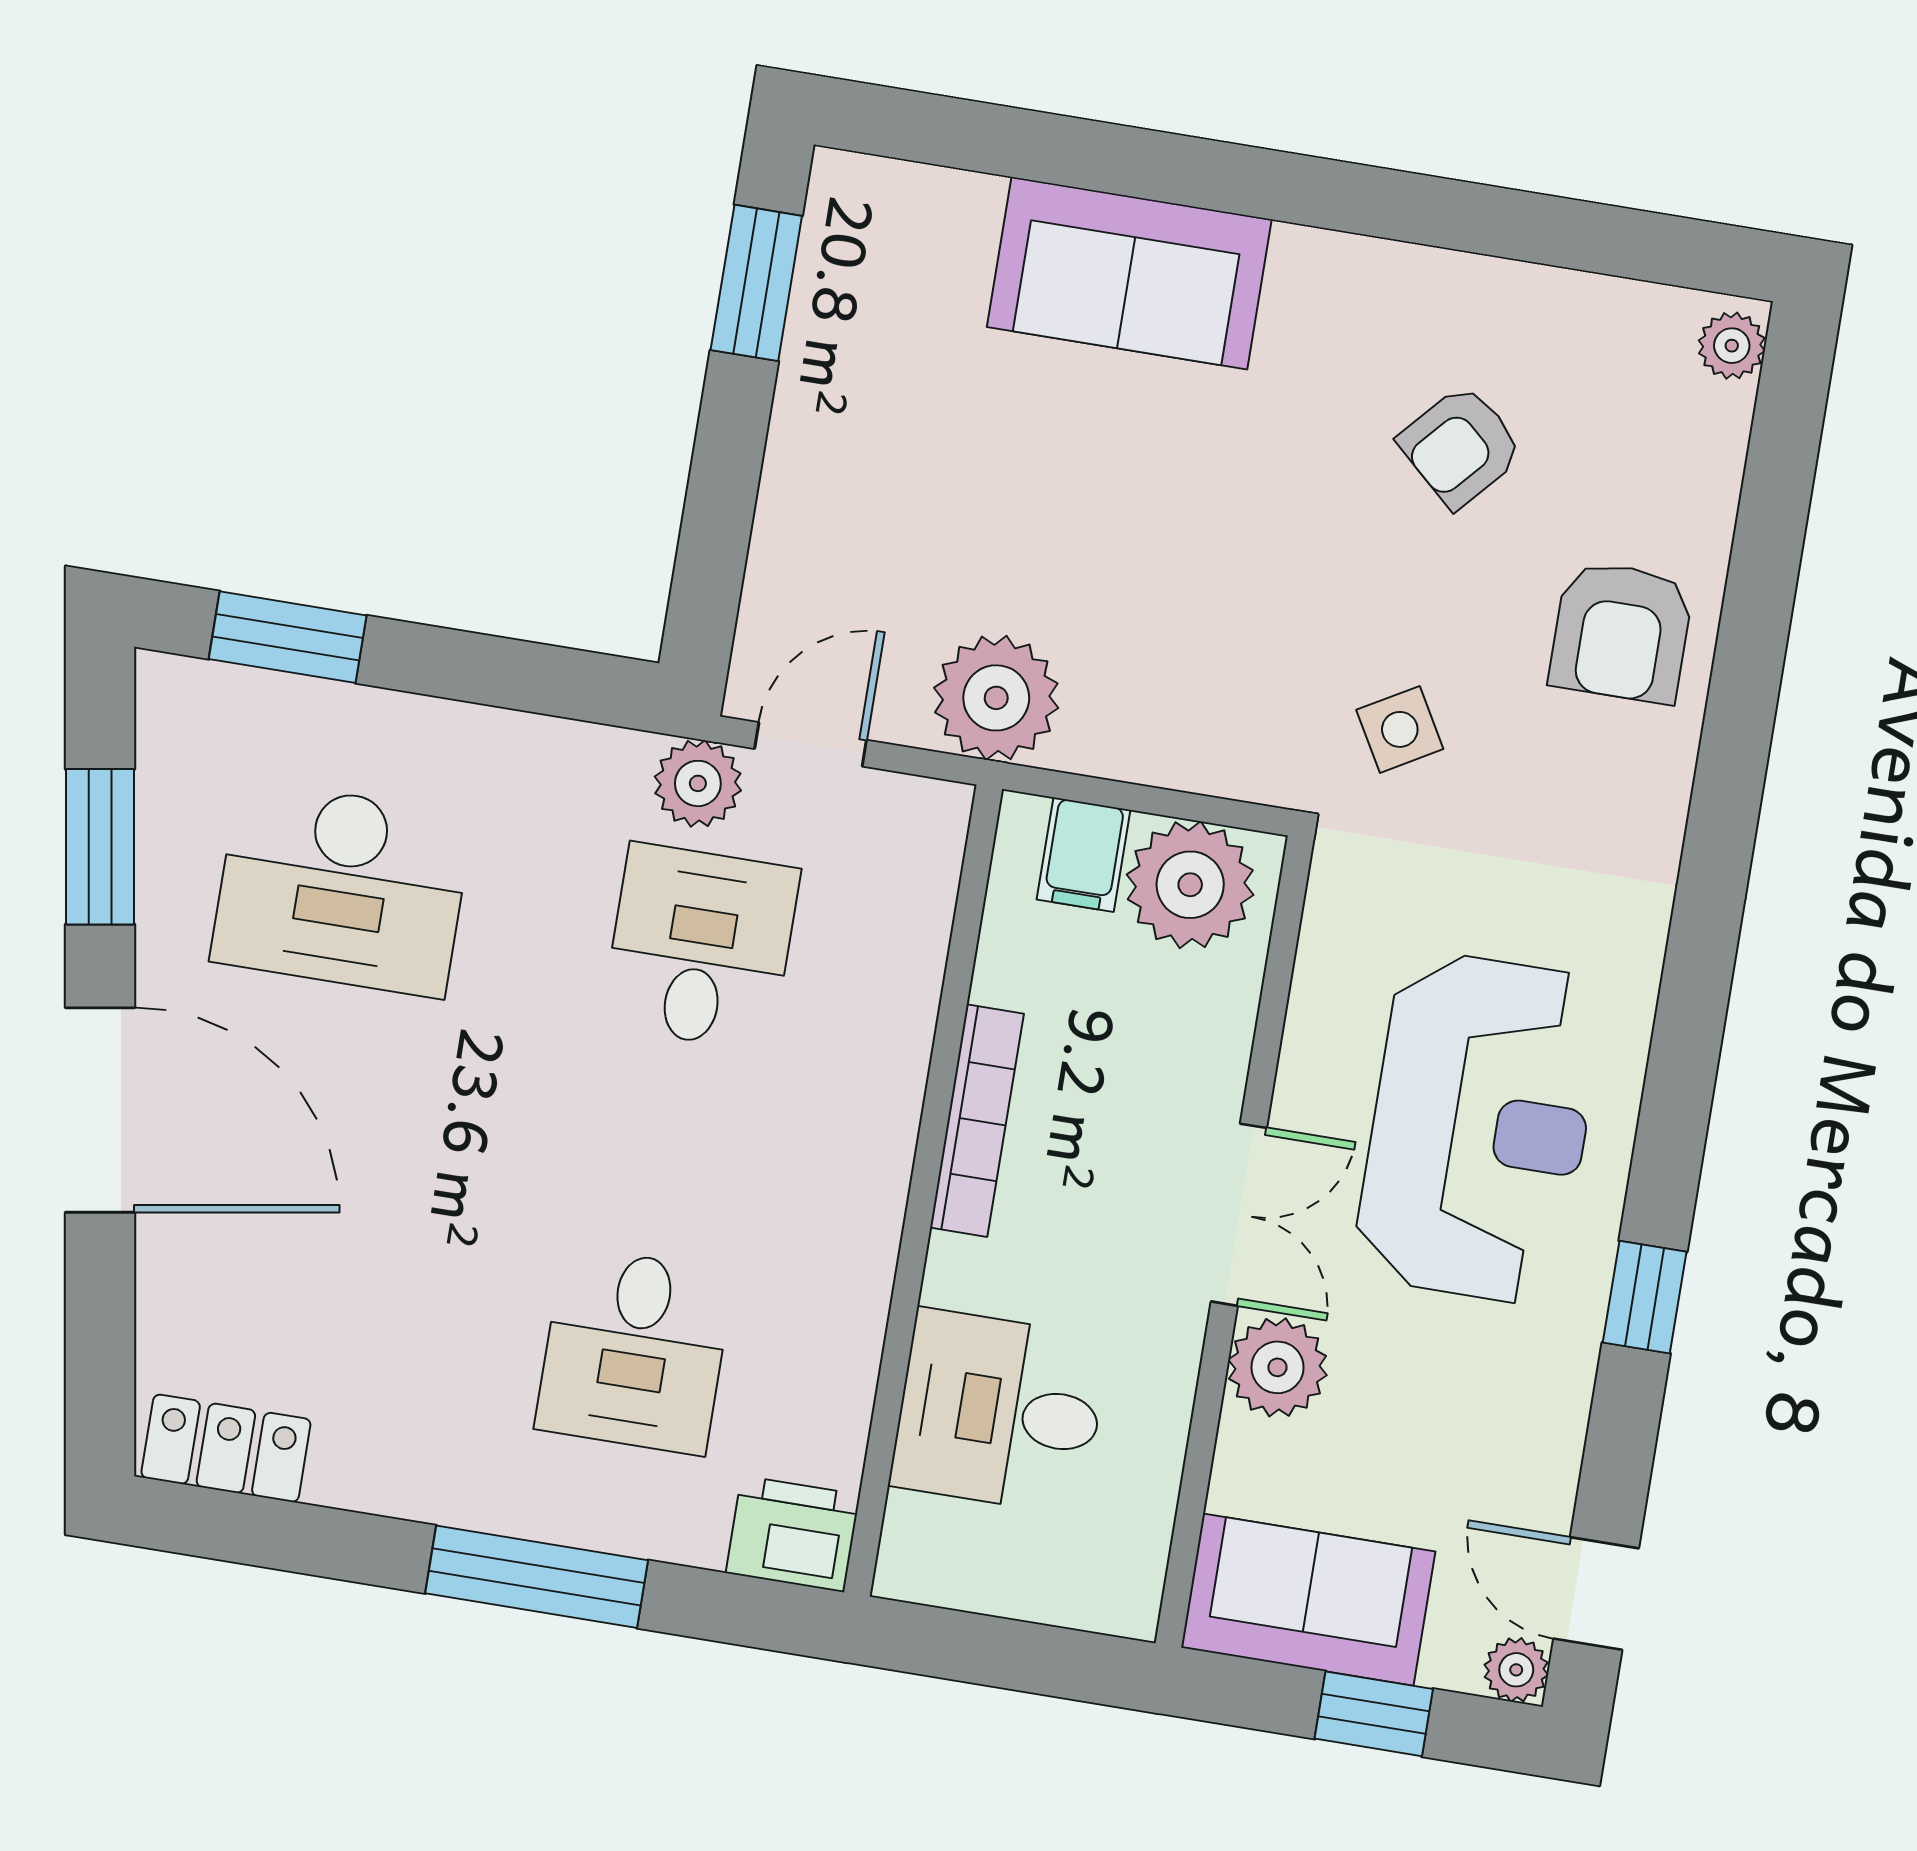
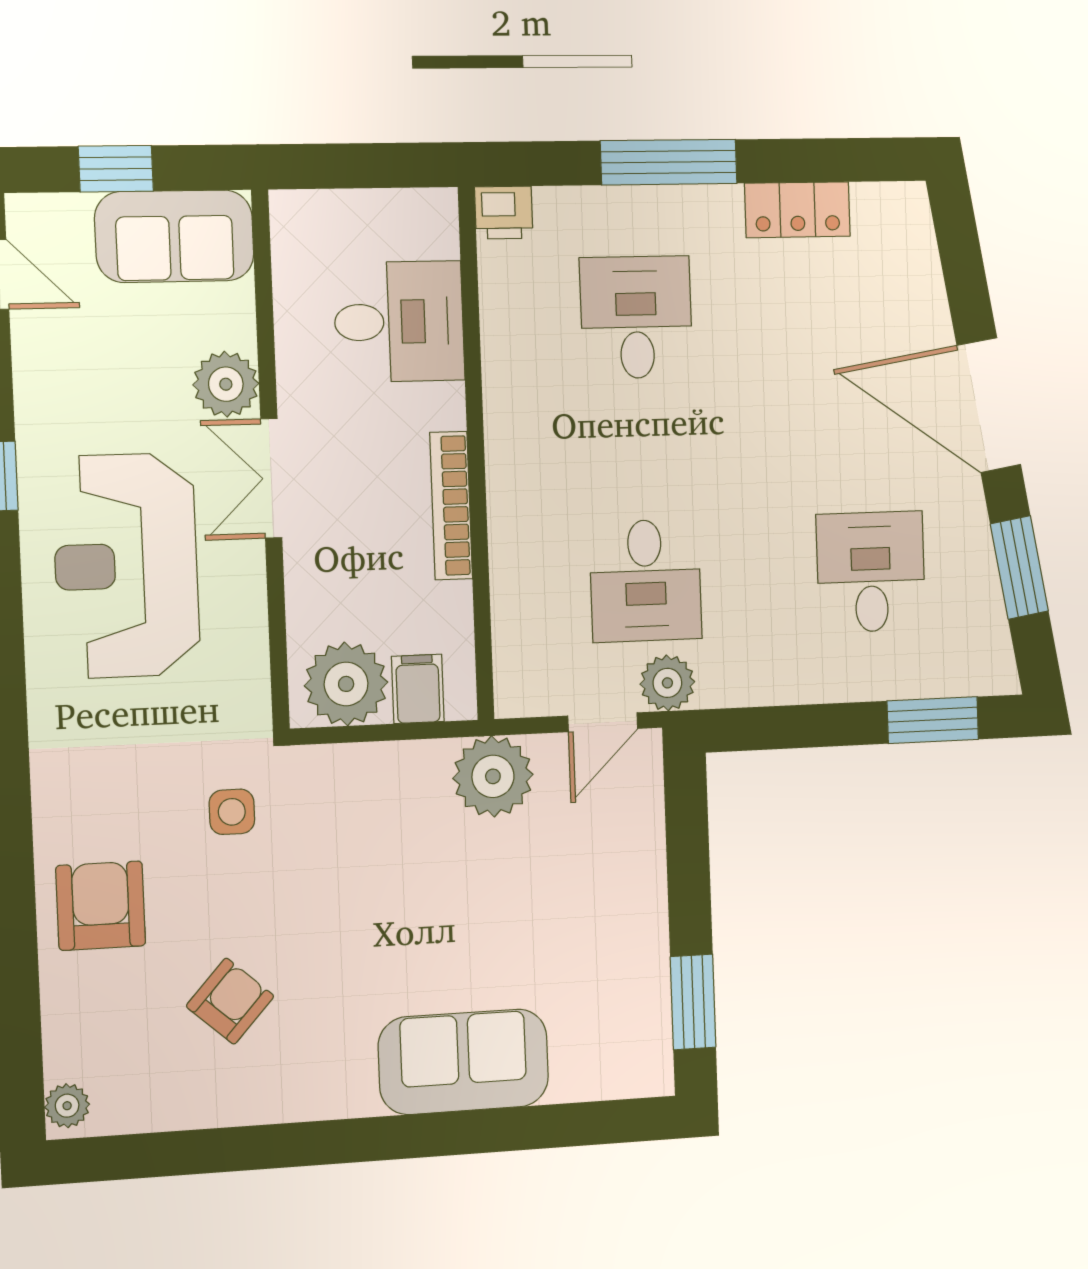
side table: (1400, 729) -> (232, 812), turned 30
desk: (342, 888) -> (871, 572), width x0.73
locker: (226, 1448) -> (797, 210), moved
printer: (793, 1534) -> (504, 213), width x0.73, depth x0.81
plant: (1516, 1670) -> (27, 215), removed

